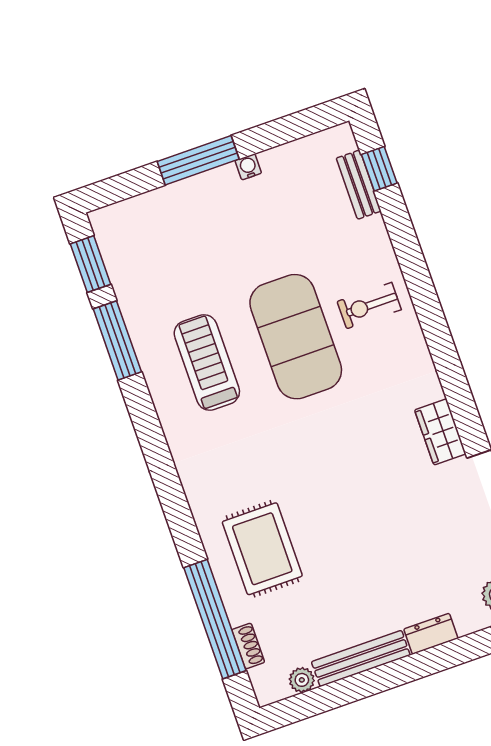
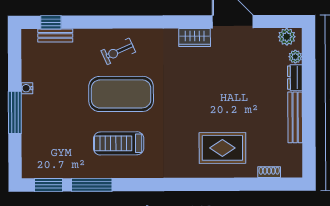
exercise bike: (369, 306) -> (118, 51), turned 66
window: (215, 619) -> (250, 184), removed
plant: (302, 680) -> (295, 57), moved

